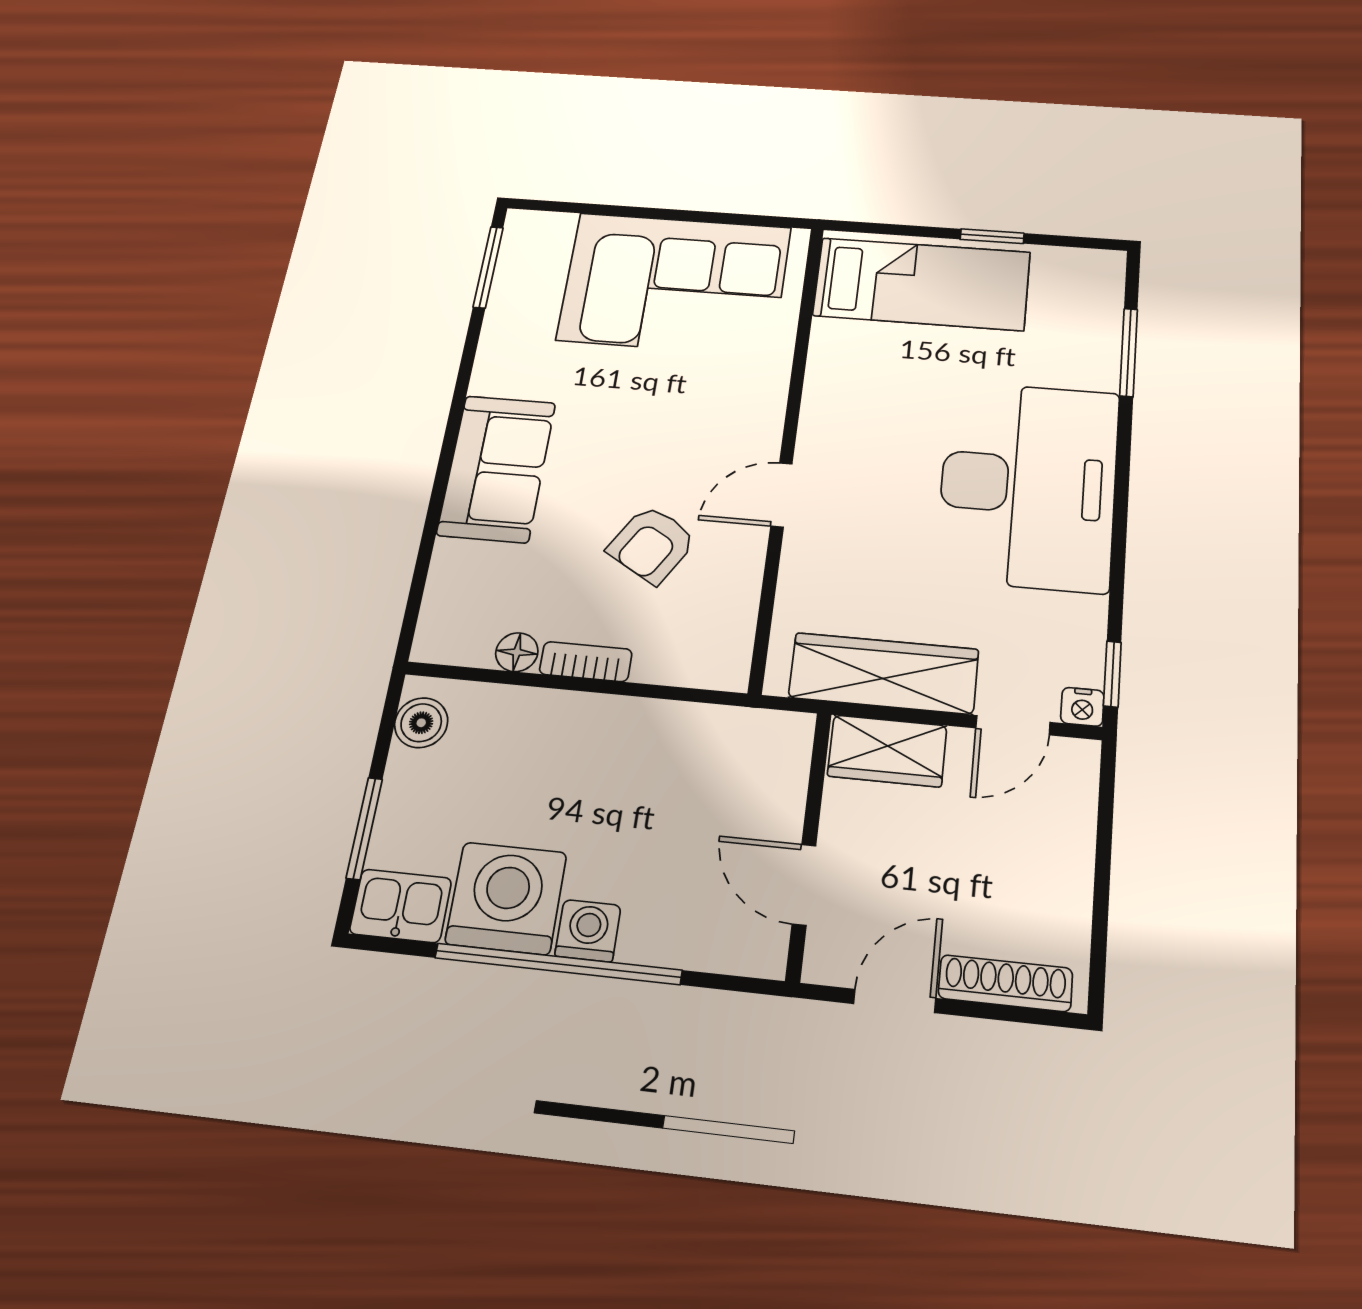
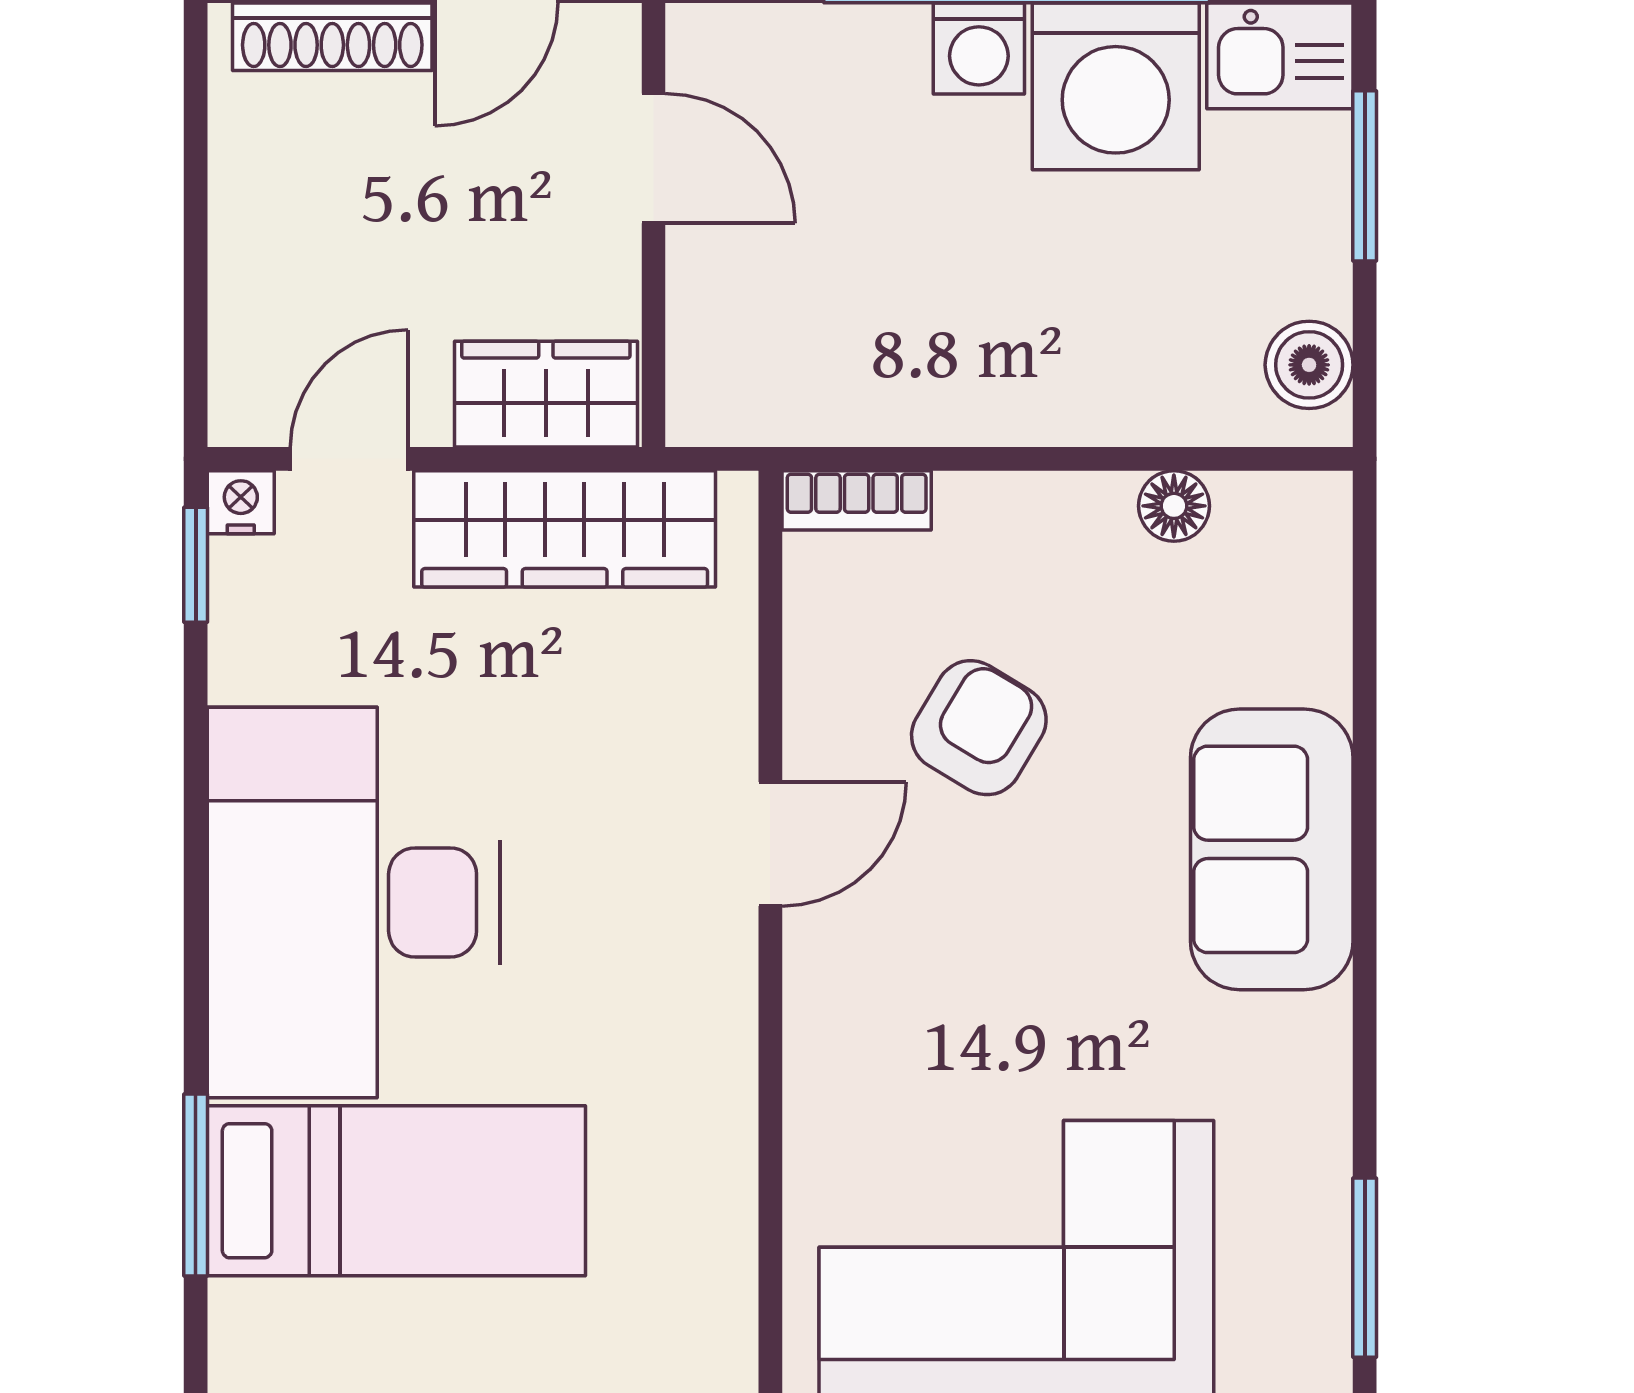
bed: (922, 284) -> (396, 1191), moved, turned 180
bookcase: (586, 662) -> (857, 500), moved

